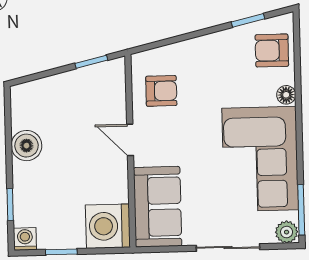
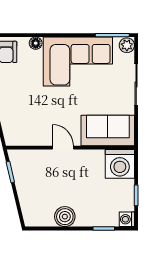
armchair: (161, 91) -> (31, 126), removed
door: (130, 140) -> (63, 148), swing flipped

